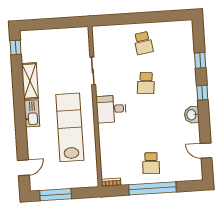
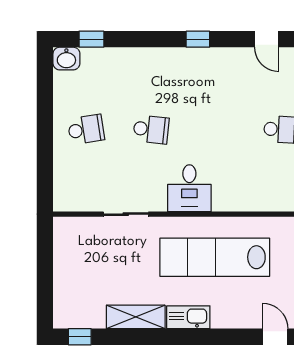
window: (200, 60) -> (91, 39), moved
window: (202, 93) -> (198, 39), moved
washbasin: (192, 115) -> (66, 59), moved
door: (206, 151) -> (267, 39), hinge flipped

